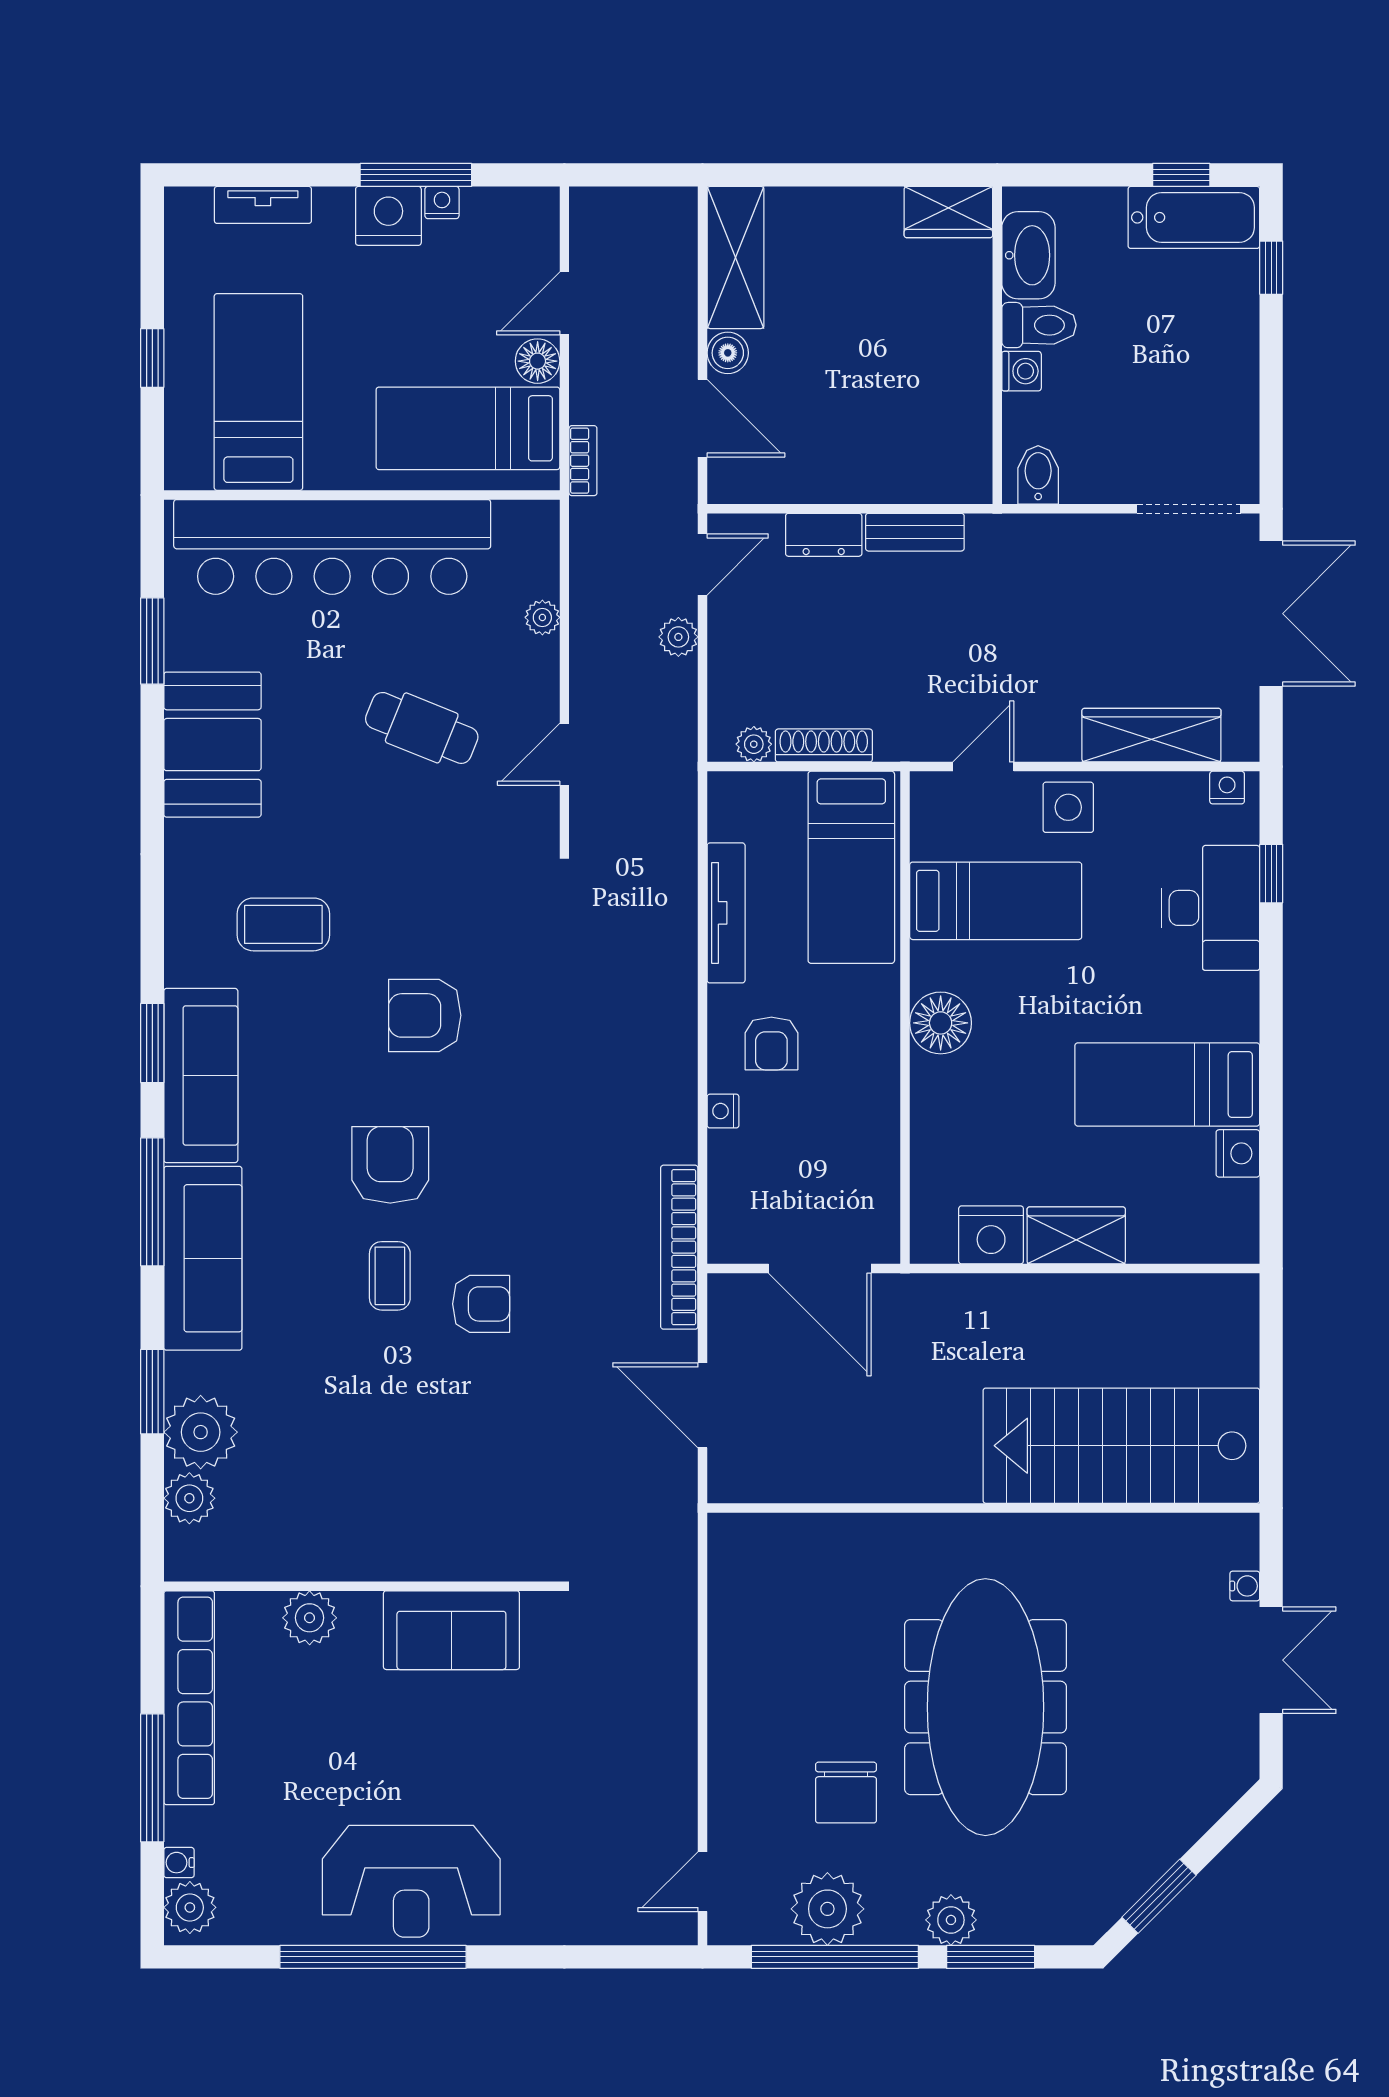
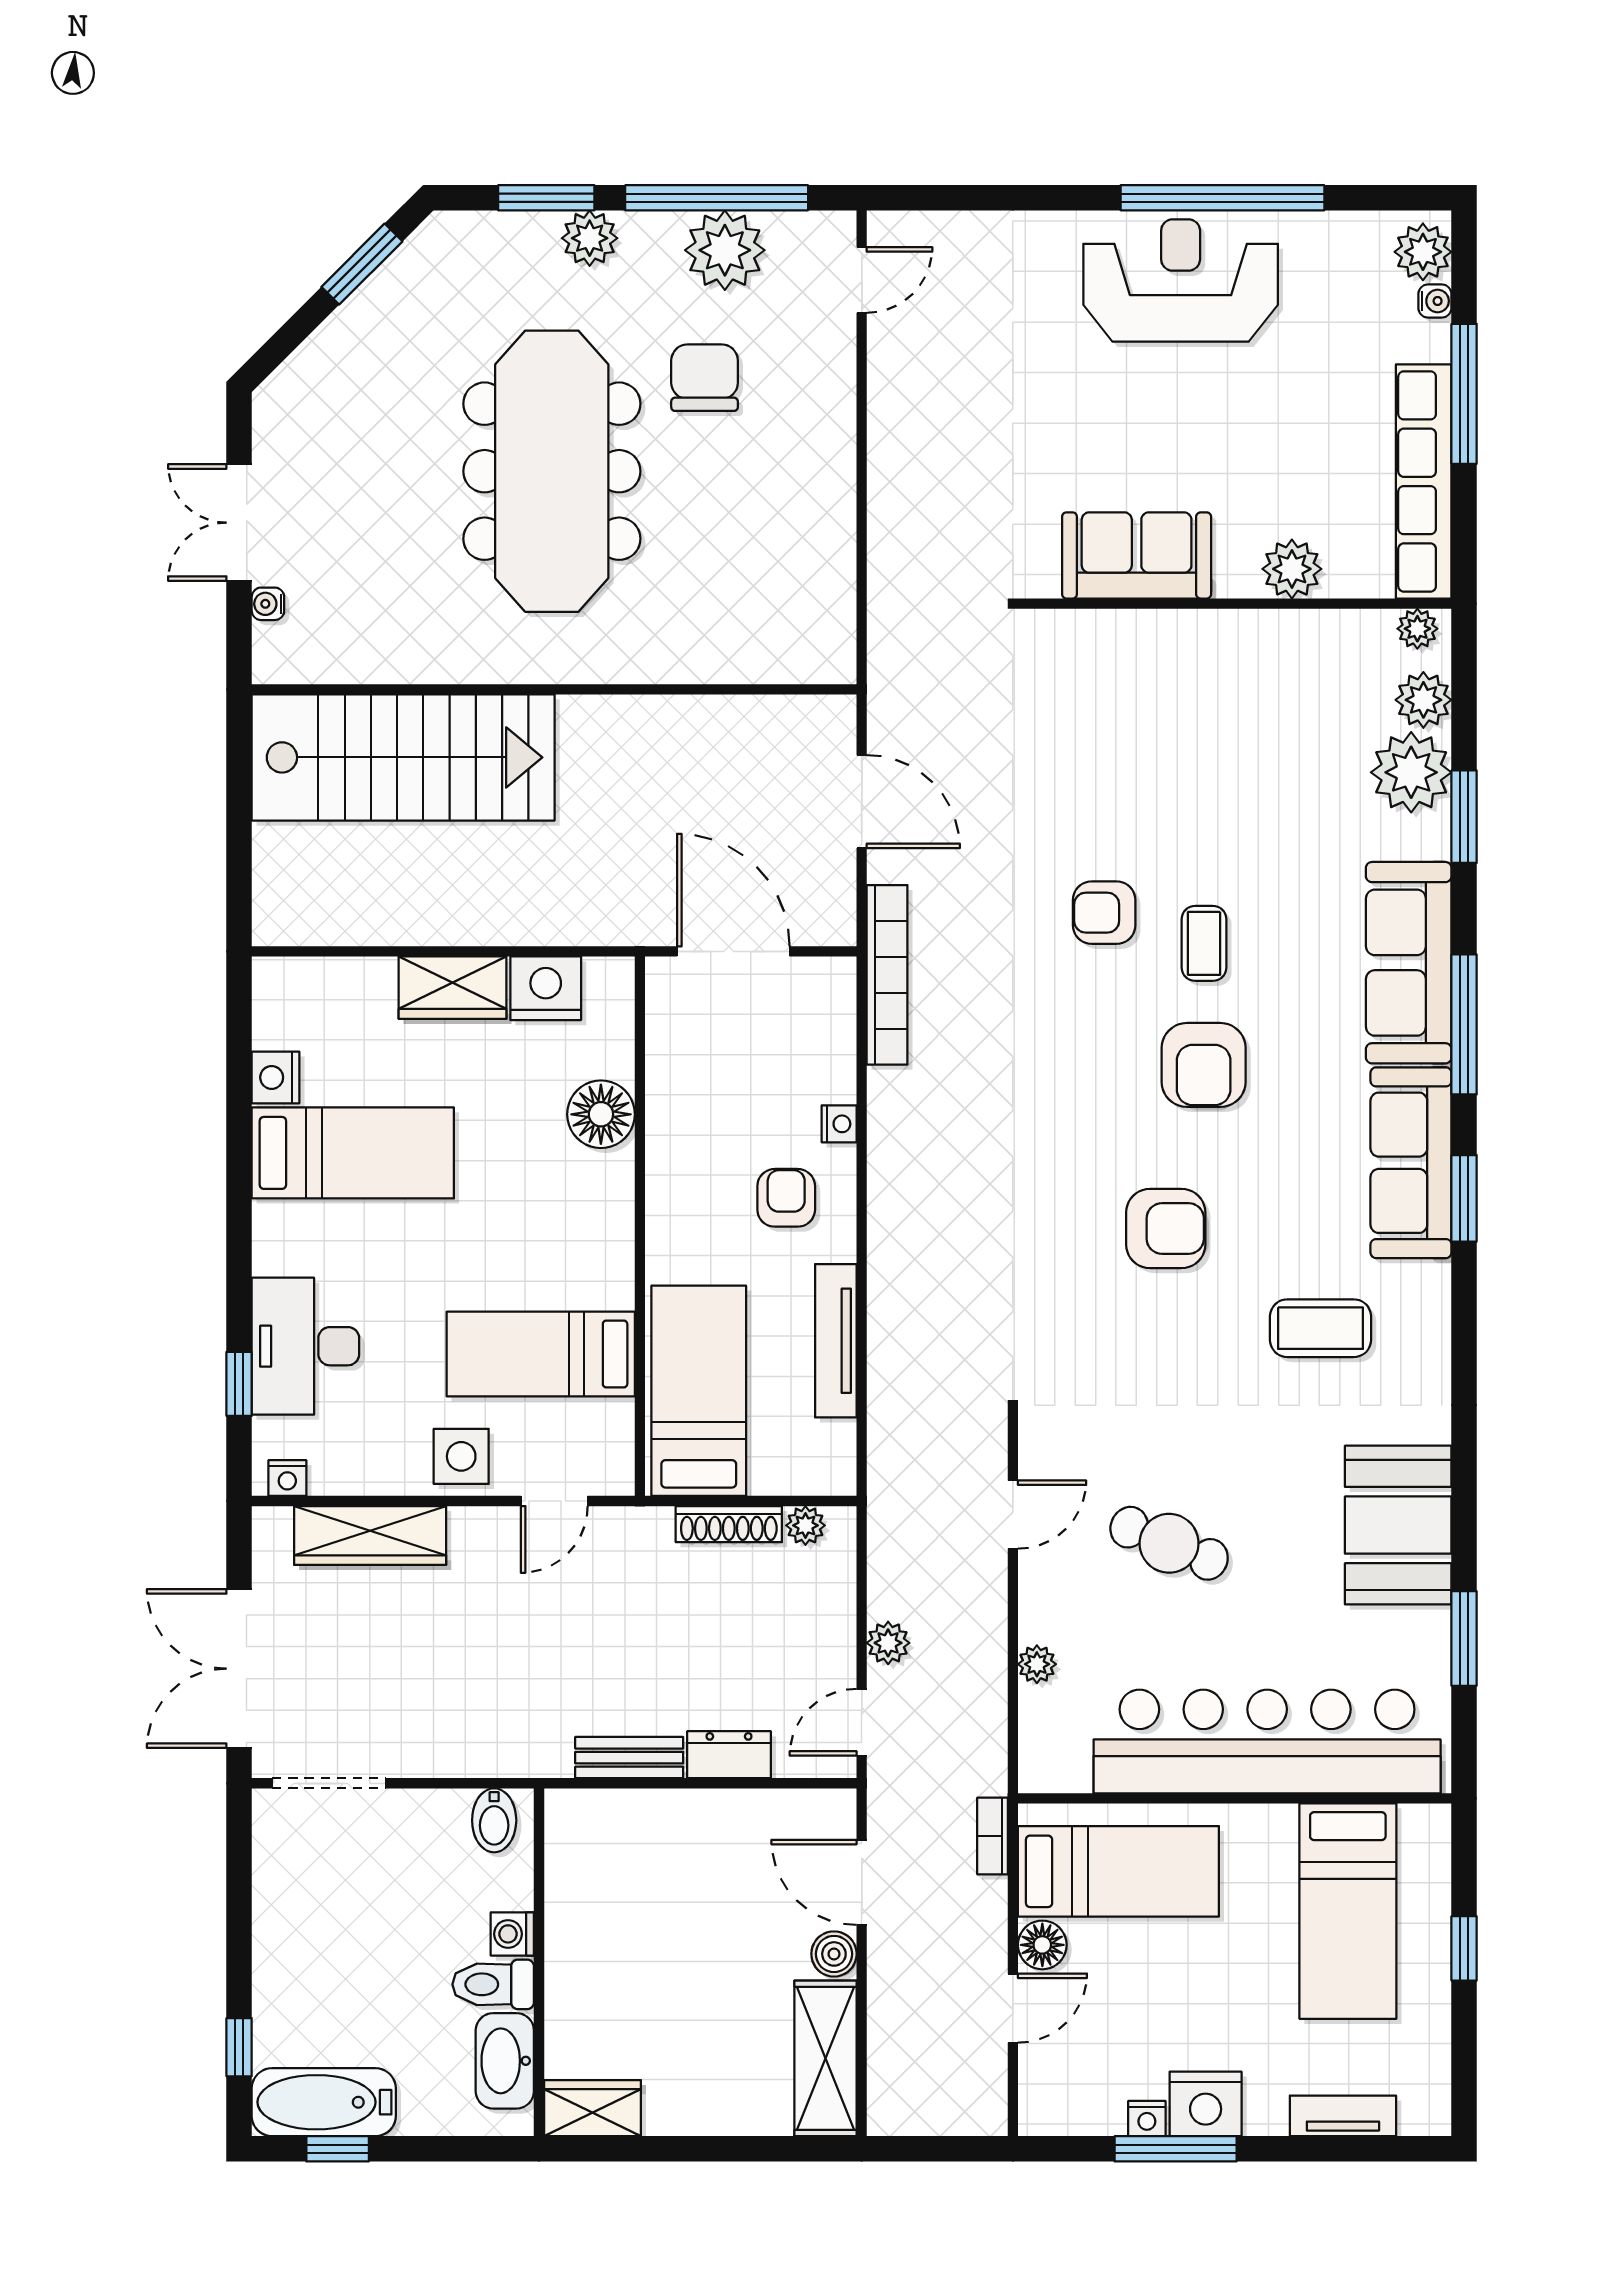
floor lamp: (941, 1023) -> (601, 1114), moved
plant: (195, 1563) -> (1417, 629), added

